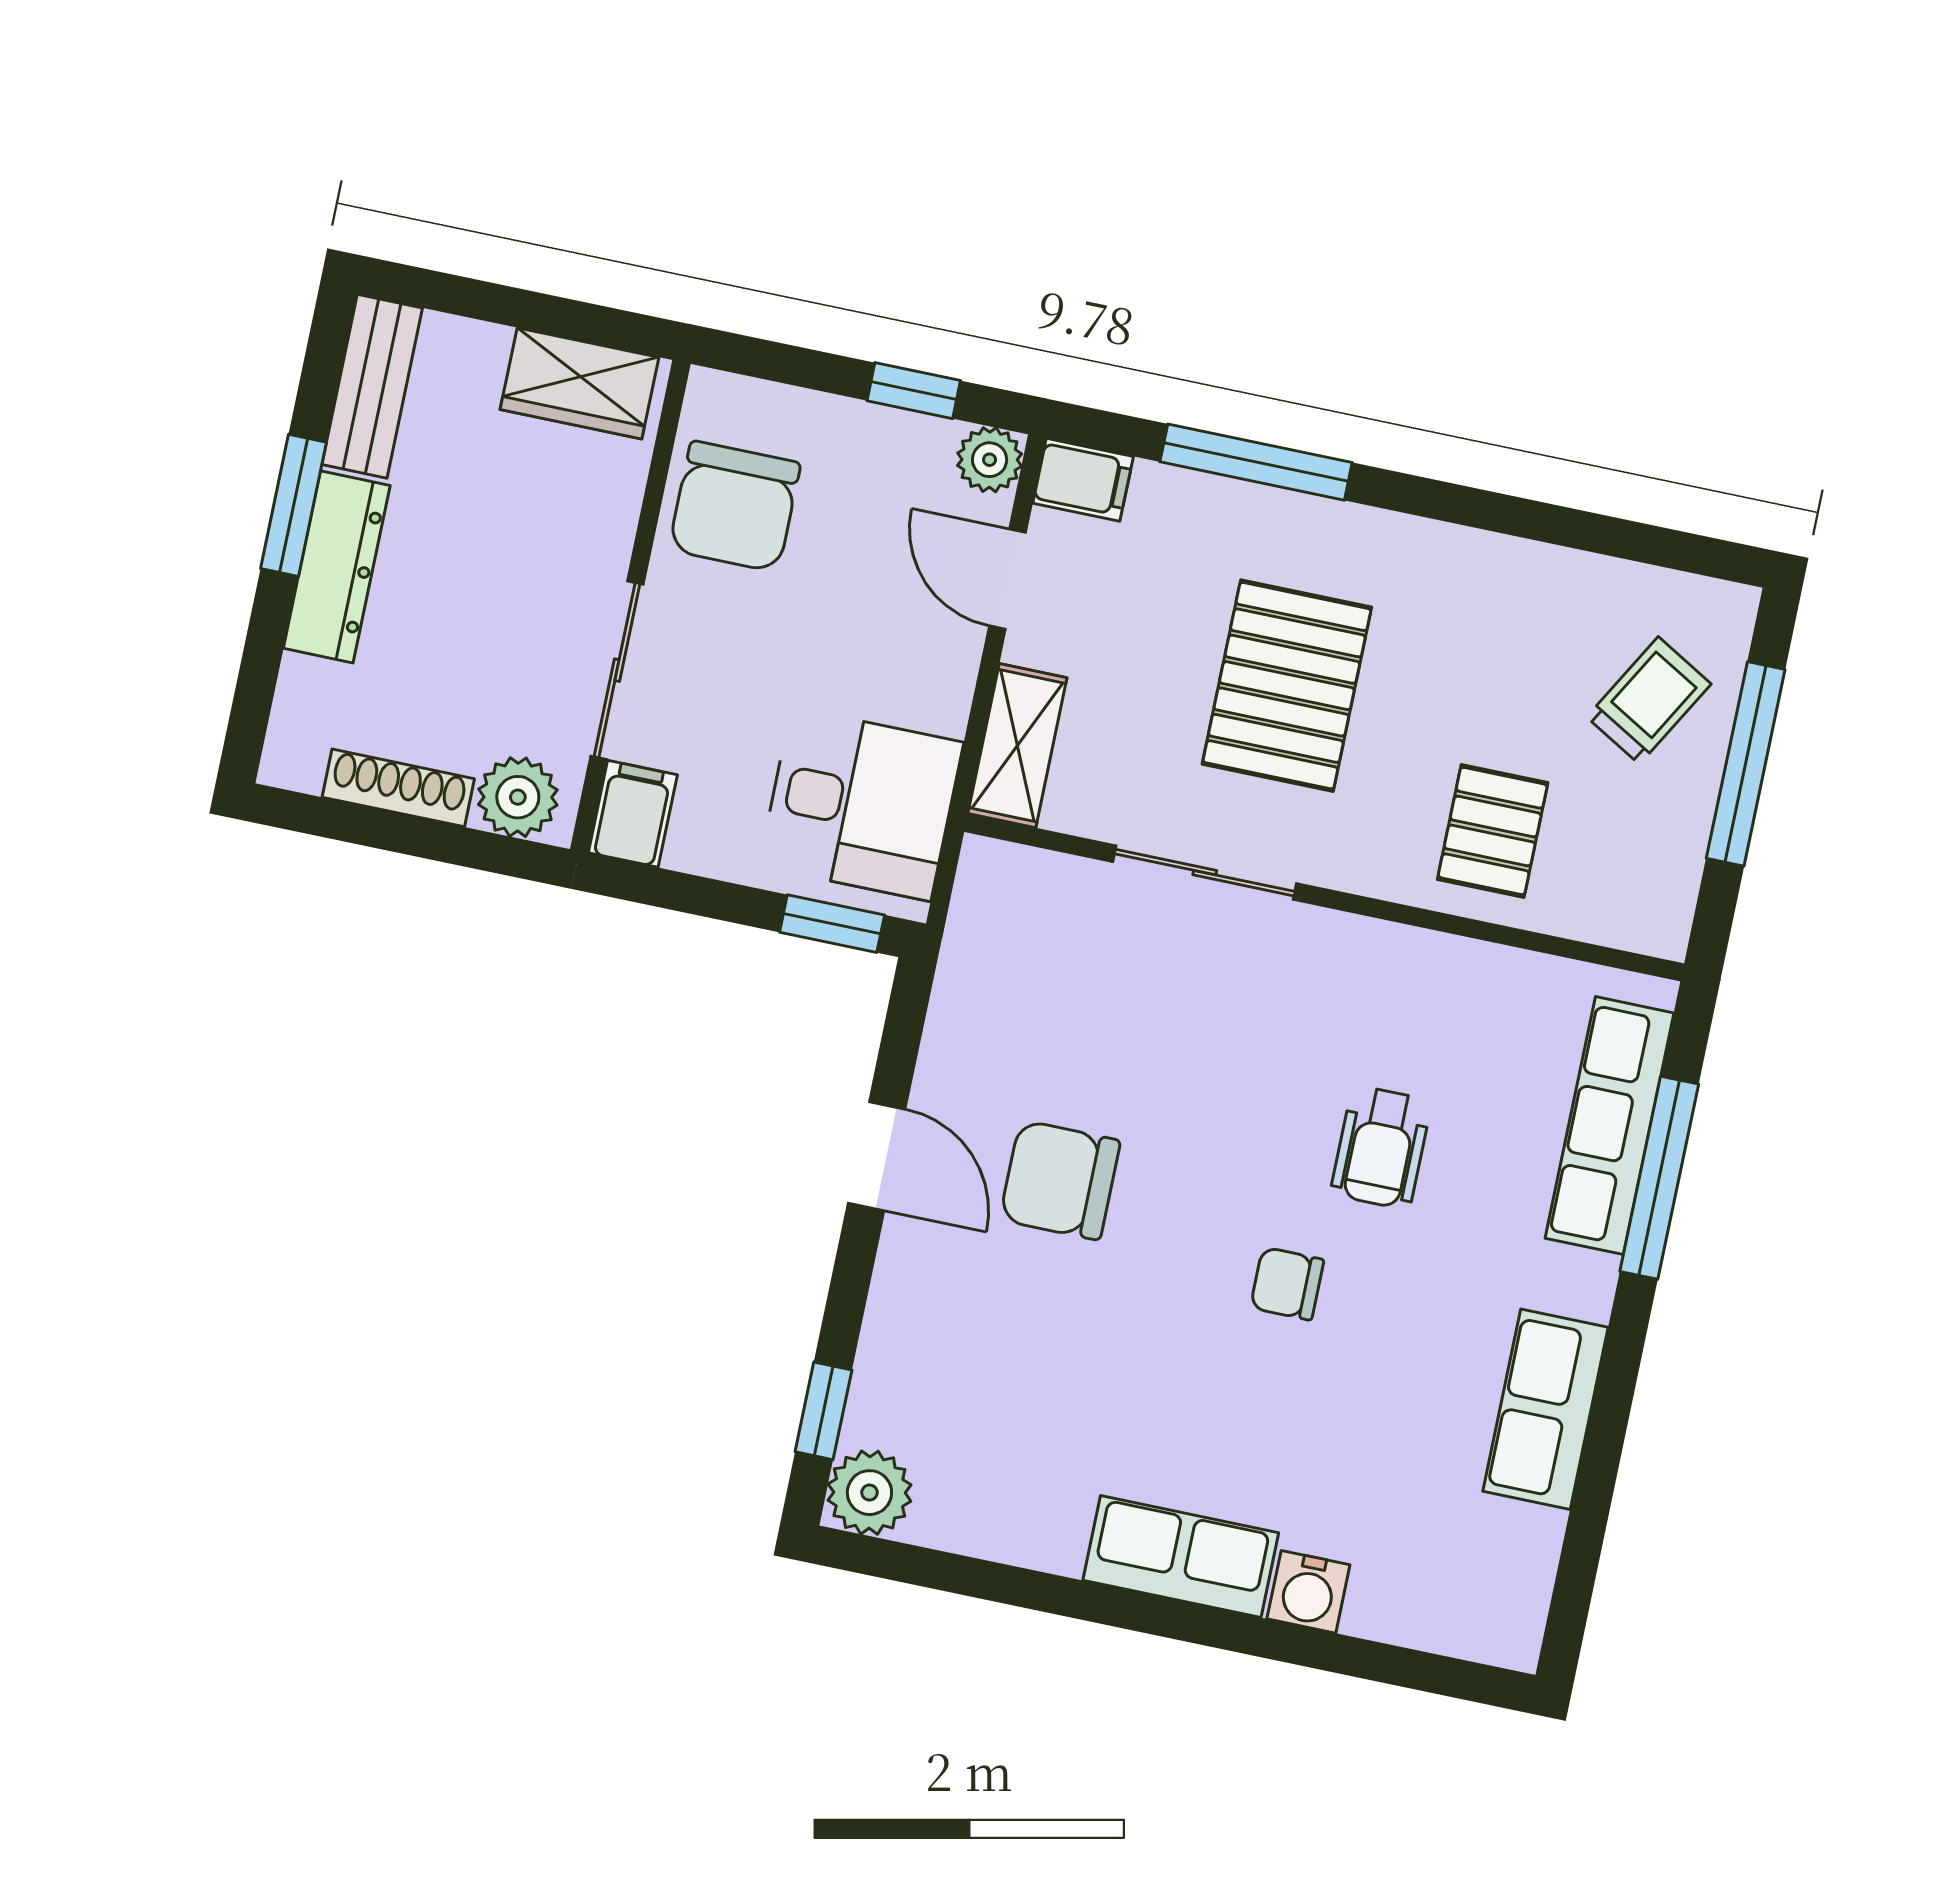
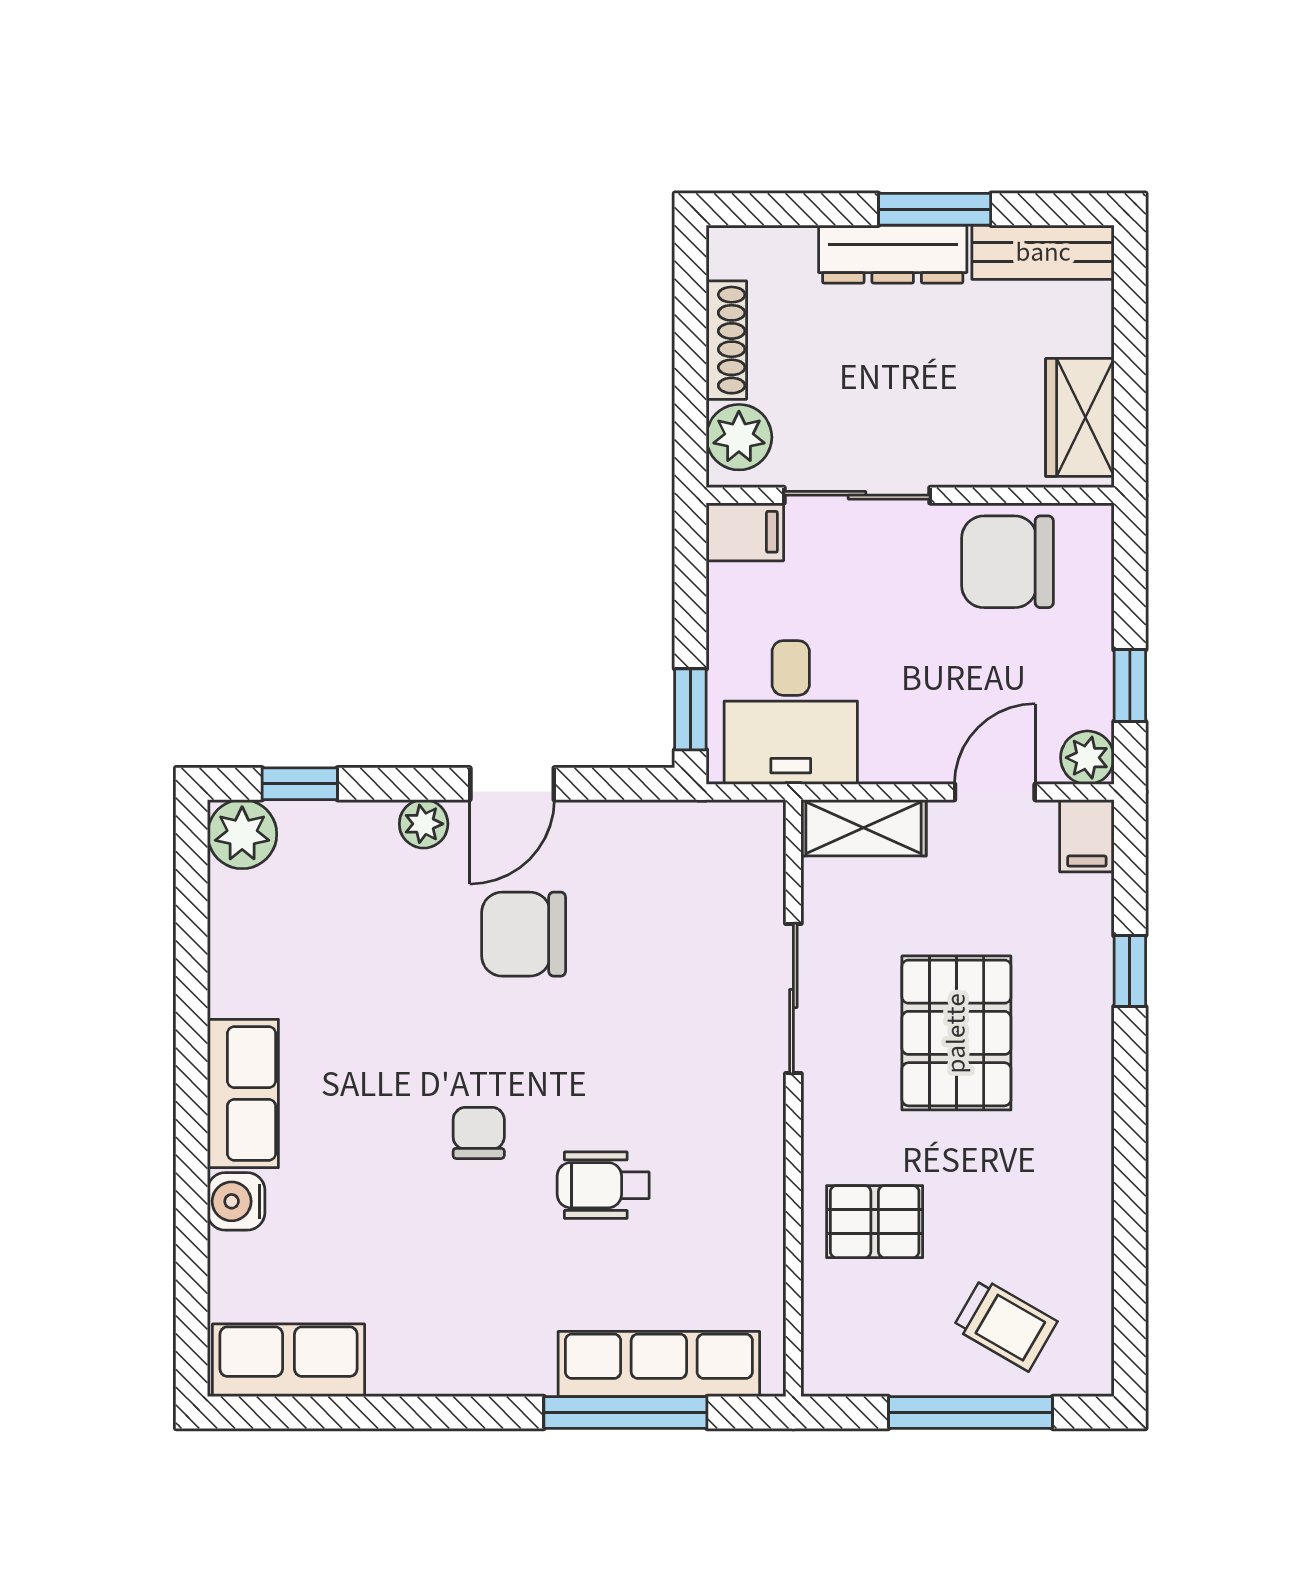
window: (1256, 462) -> (1130, 971), width x0.46
pallet: (1287, 686) -> (956, 1033), turned 90
chair: (1060, 1180) -> (524, 934), turned -90
plant: (903, 1272) -> (424, 824), added
row of seats: (1546, 1409) -> (289, 1360), moved

